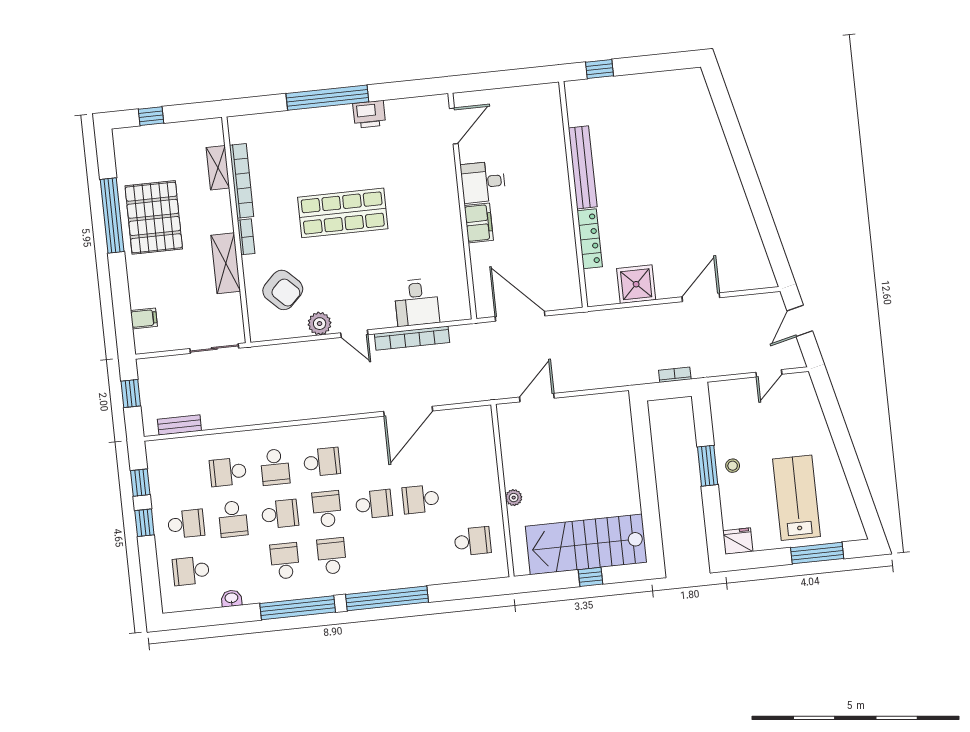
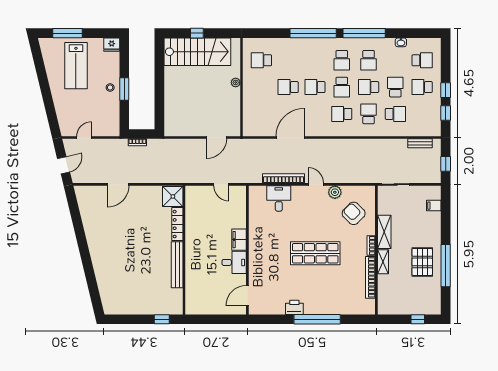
shelving: (218, 168) -> (383, 262), moved
pallet: (154, 217) -> (422, 262), width x0.73, depth x0.71
shower: (636, 284) -> (173, 196), moved
door: (520, 316) -> (221, 184), width x0.53
school desk: (421, 499) -> (288, 87), turned 180

